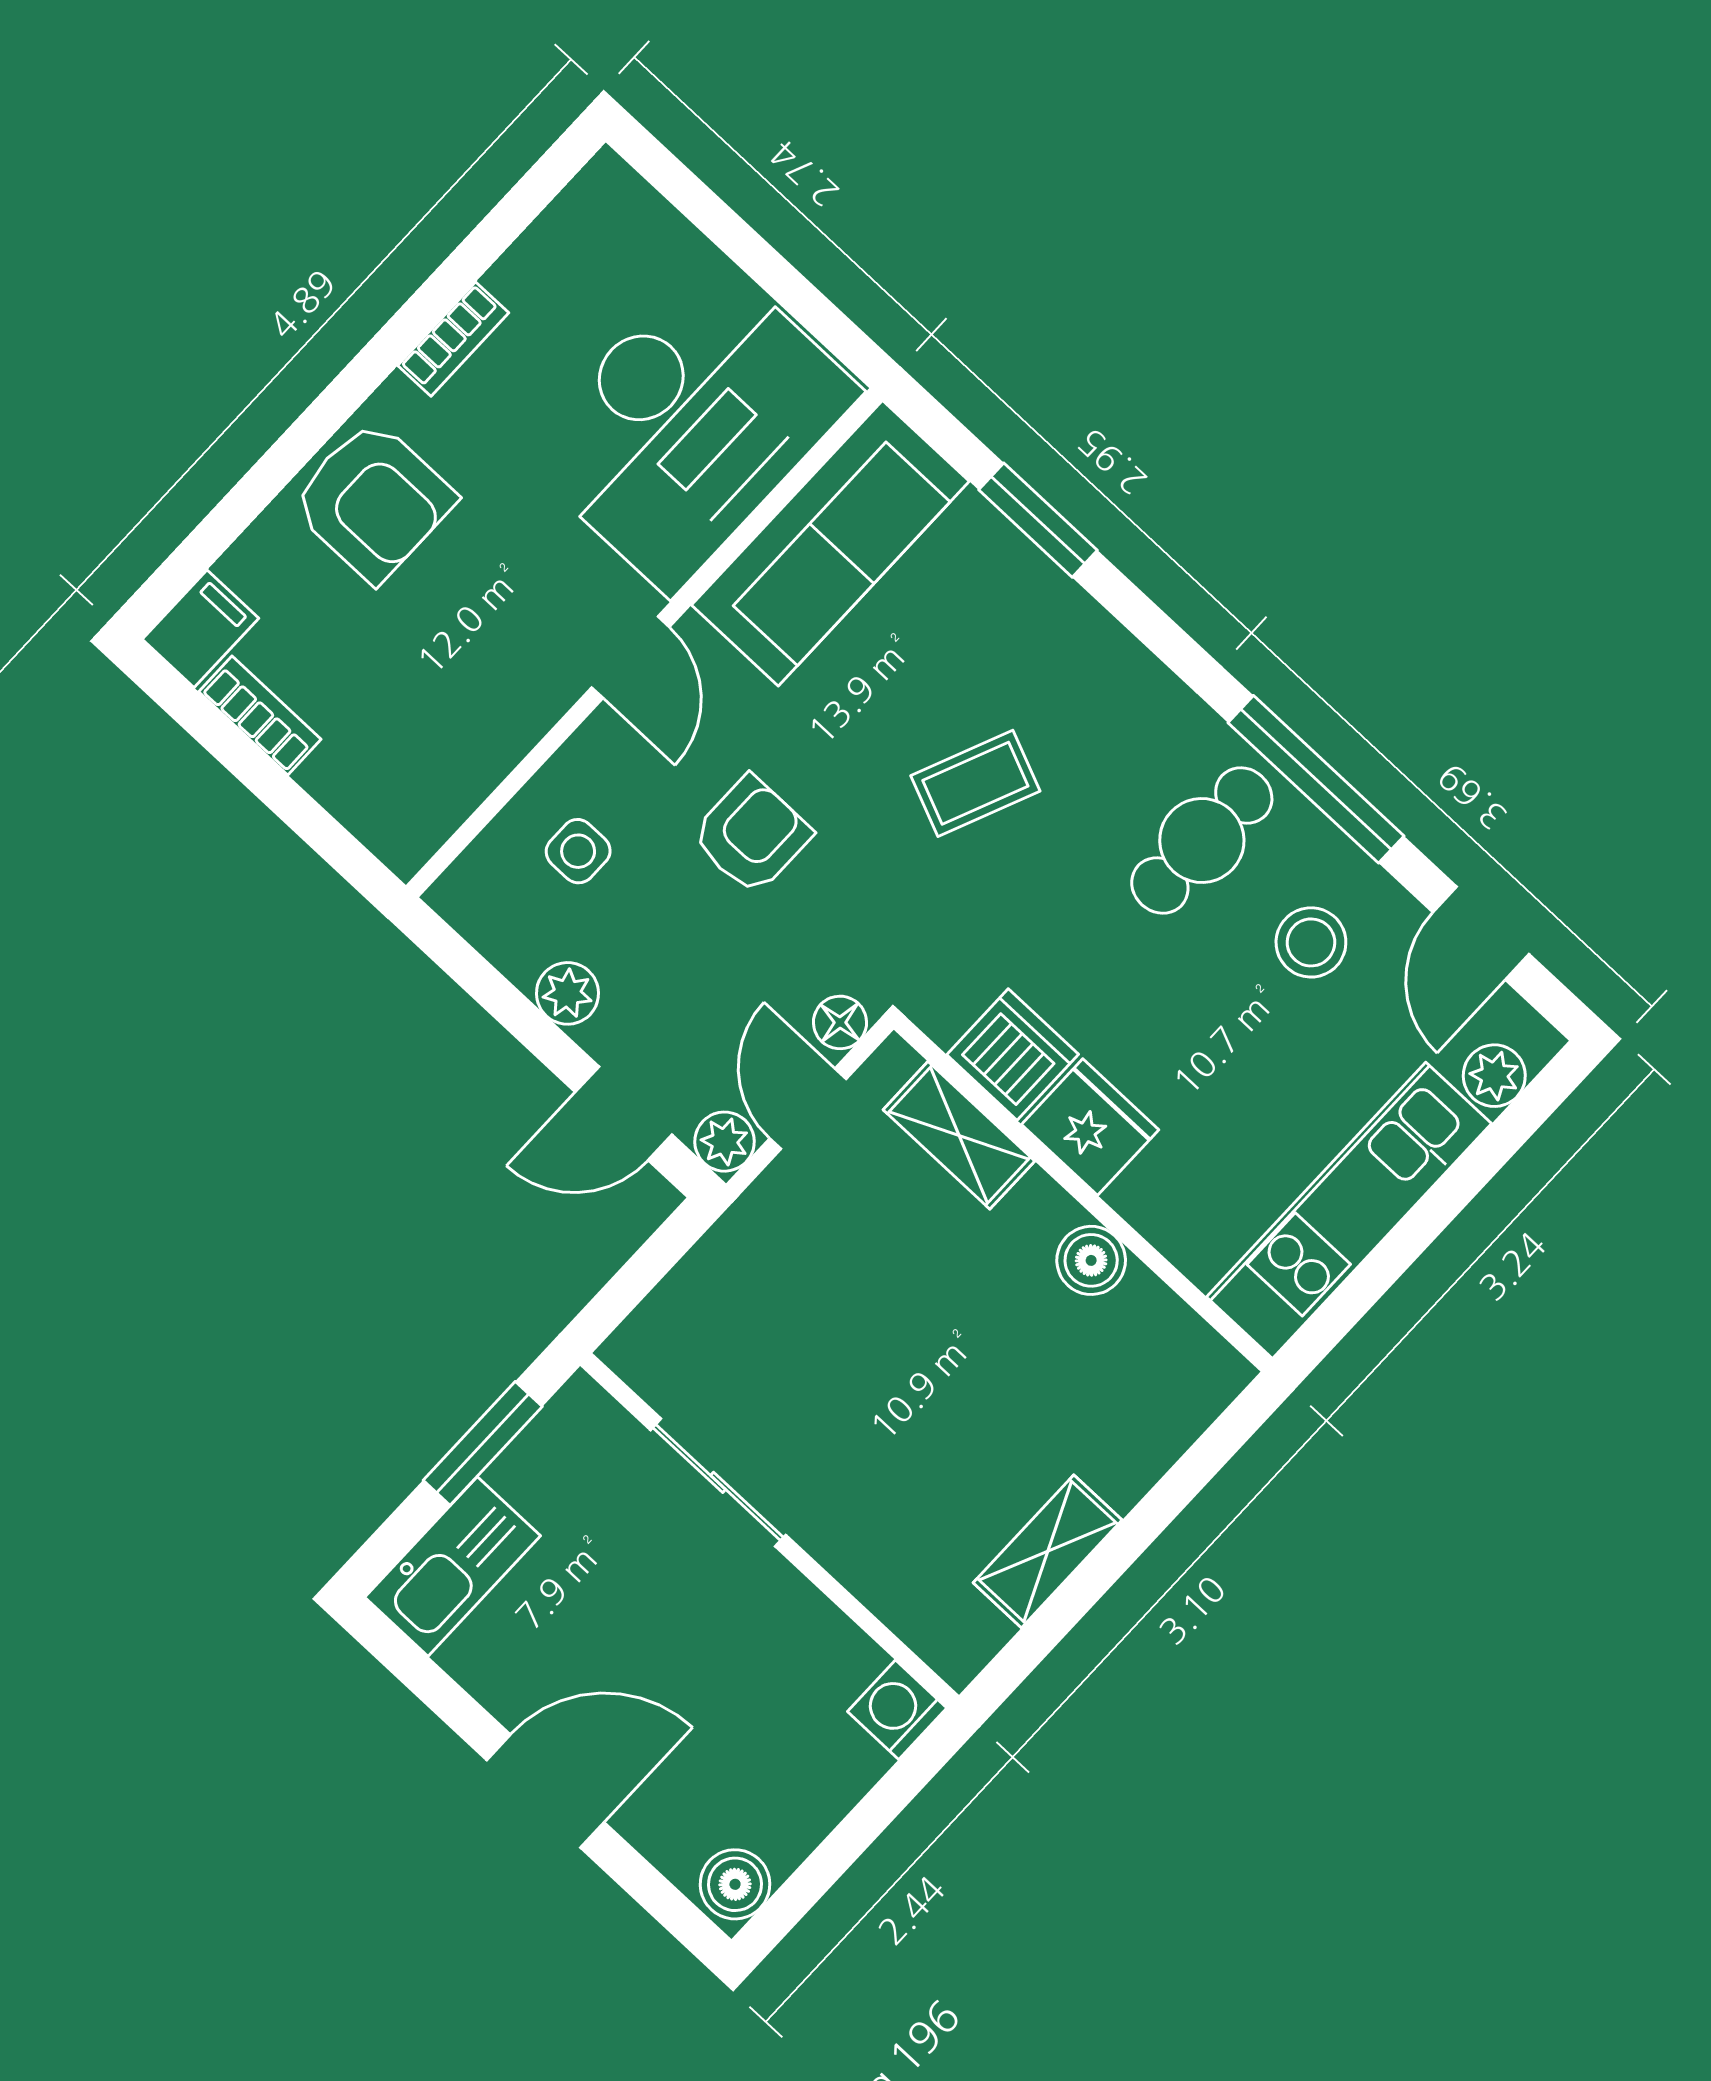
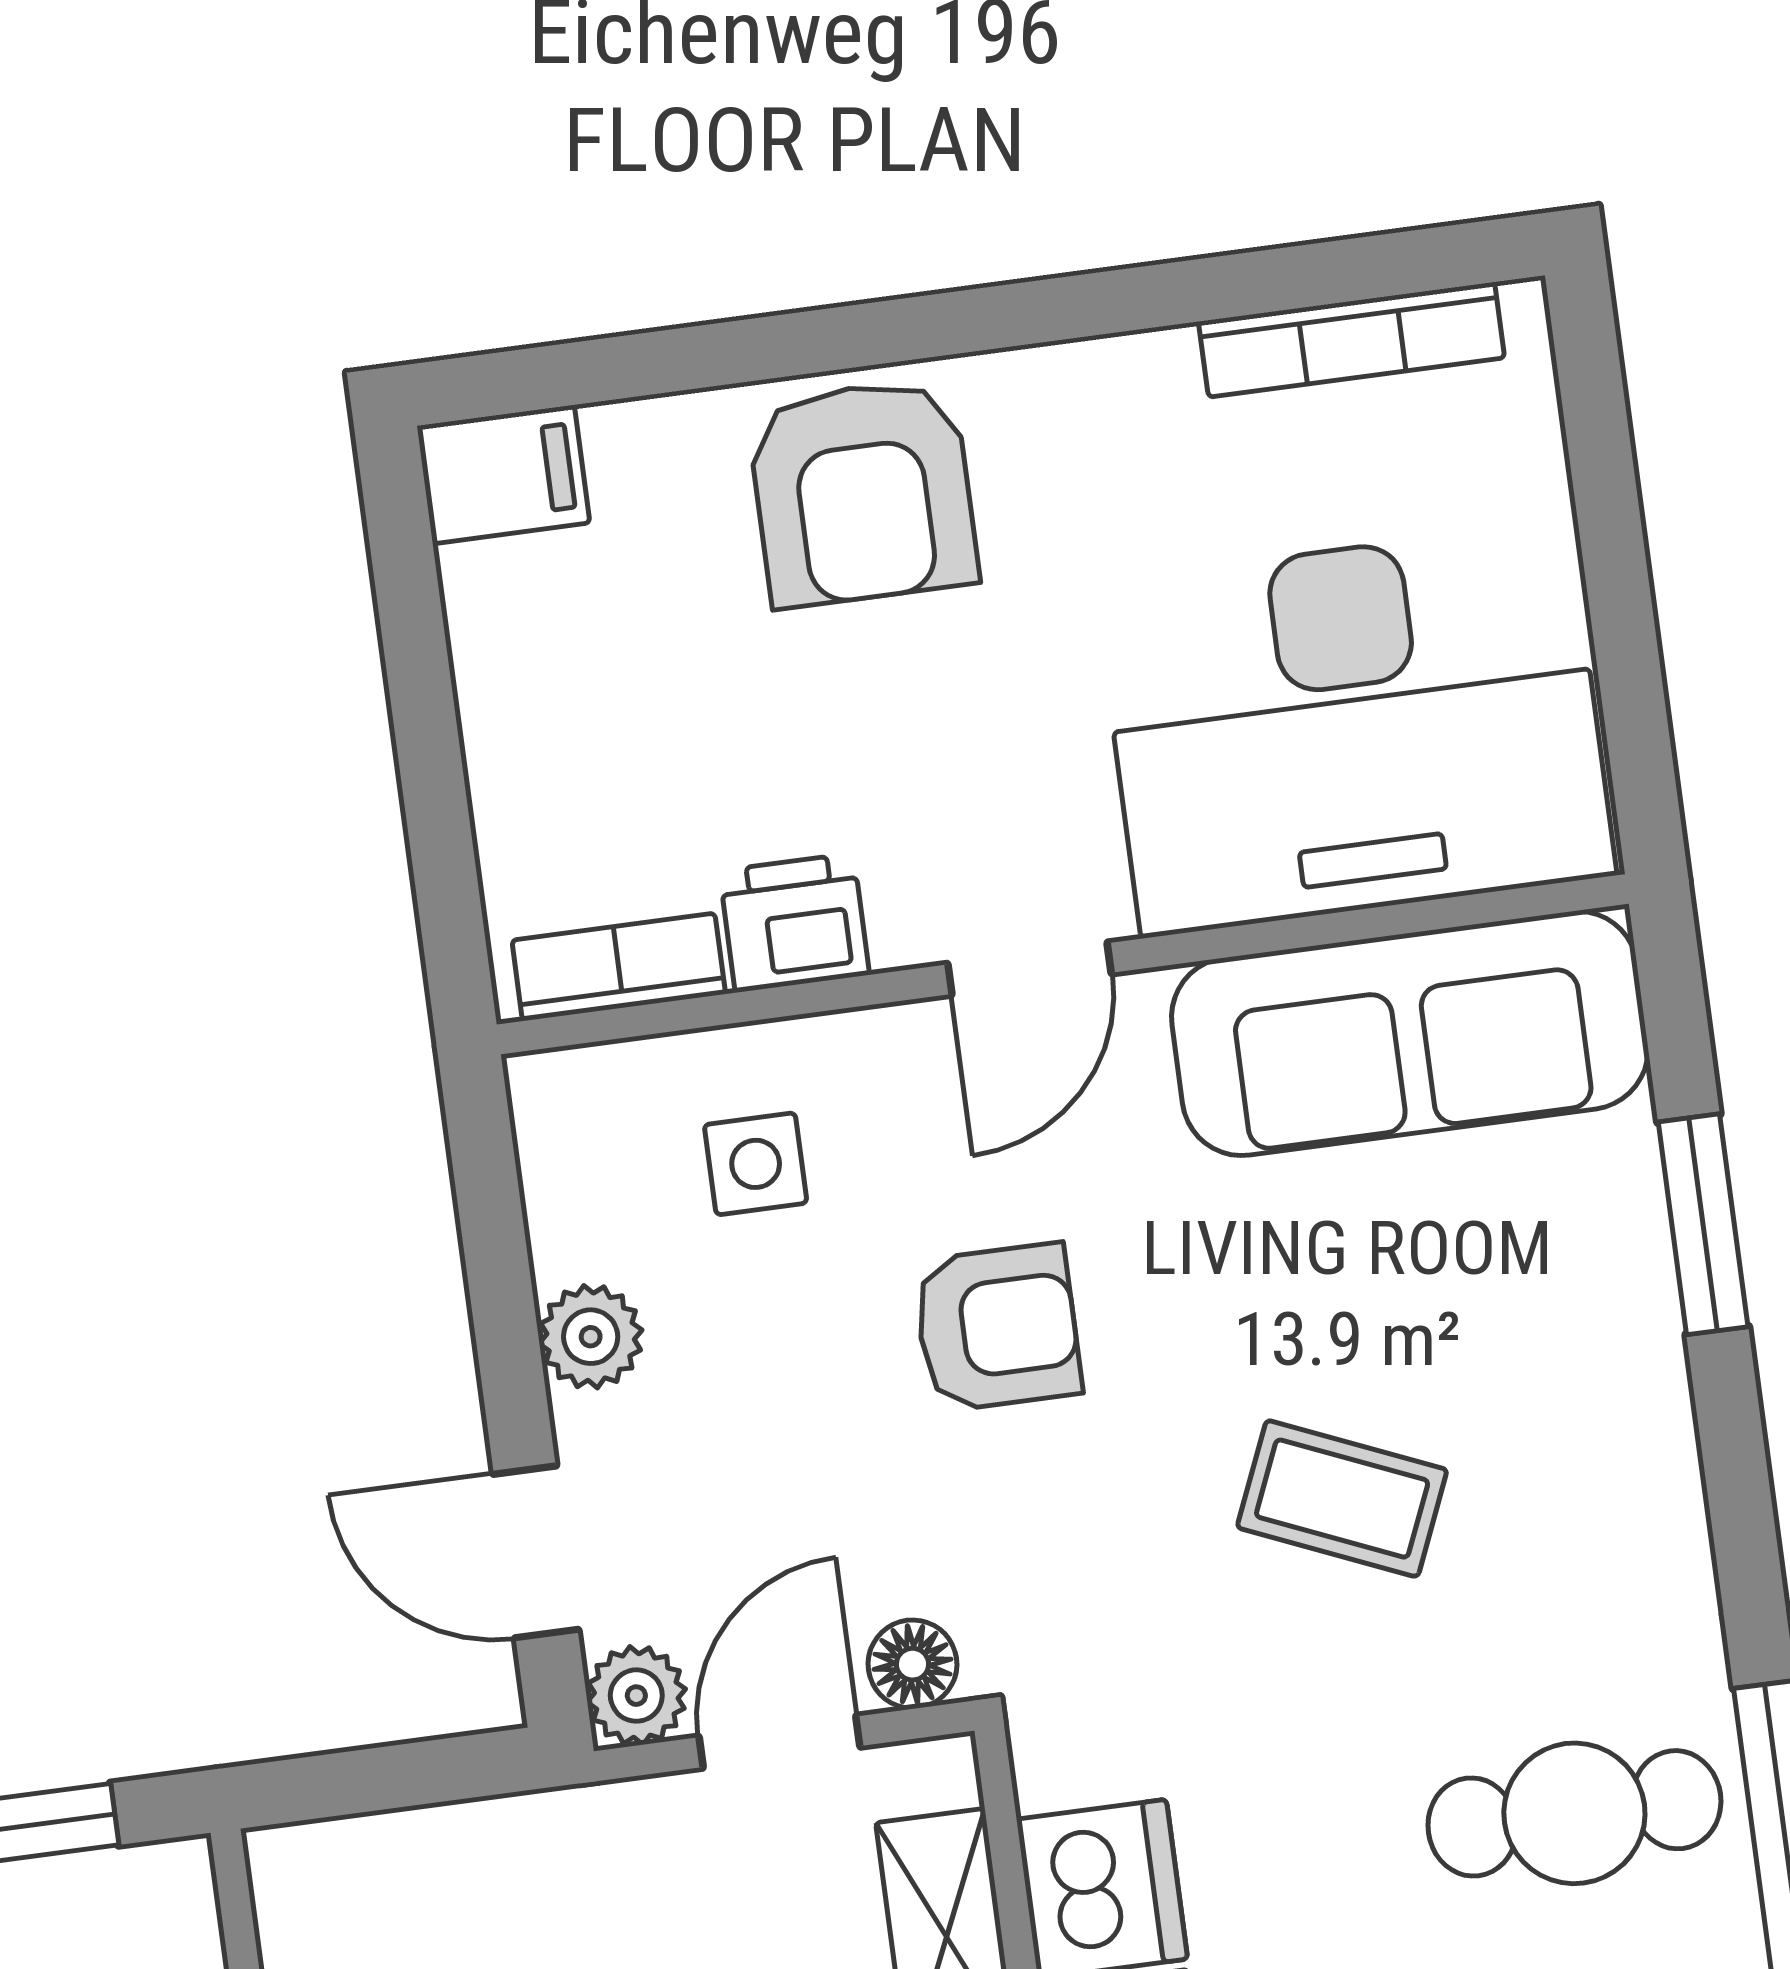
bookcase: (453, 339) -> (1352, 340), moved, width x1.56
bookcase: (260, 715) -> (619, 967), moved, turned -90
printer: (505, 725) -> (794, 923), added

